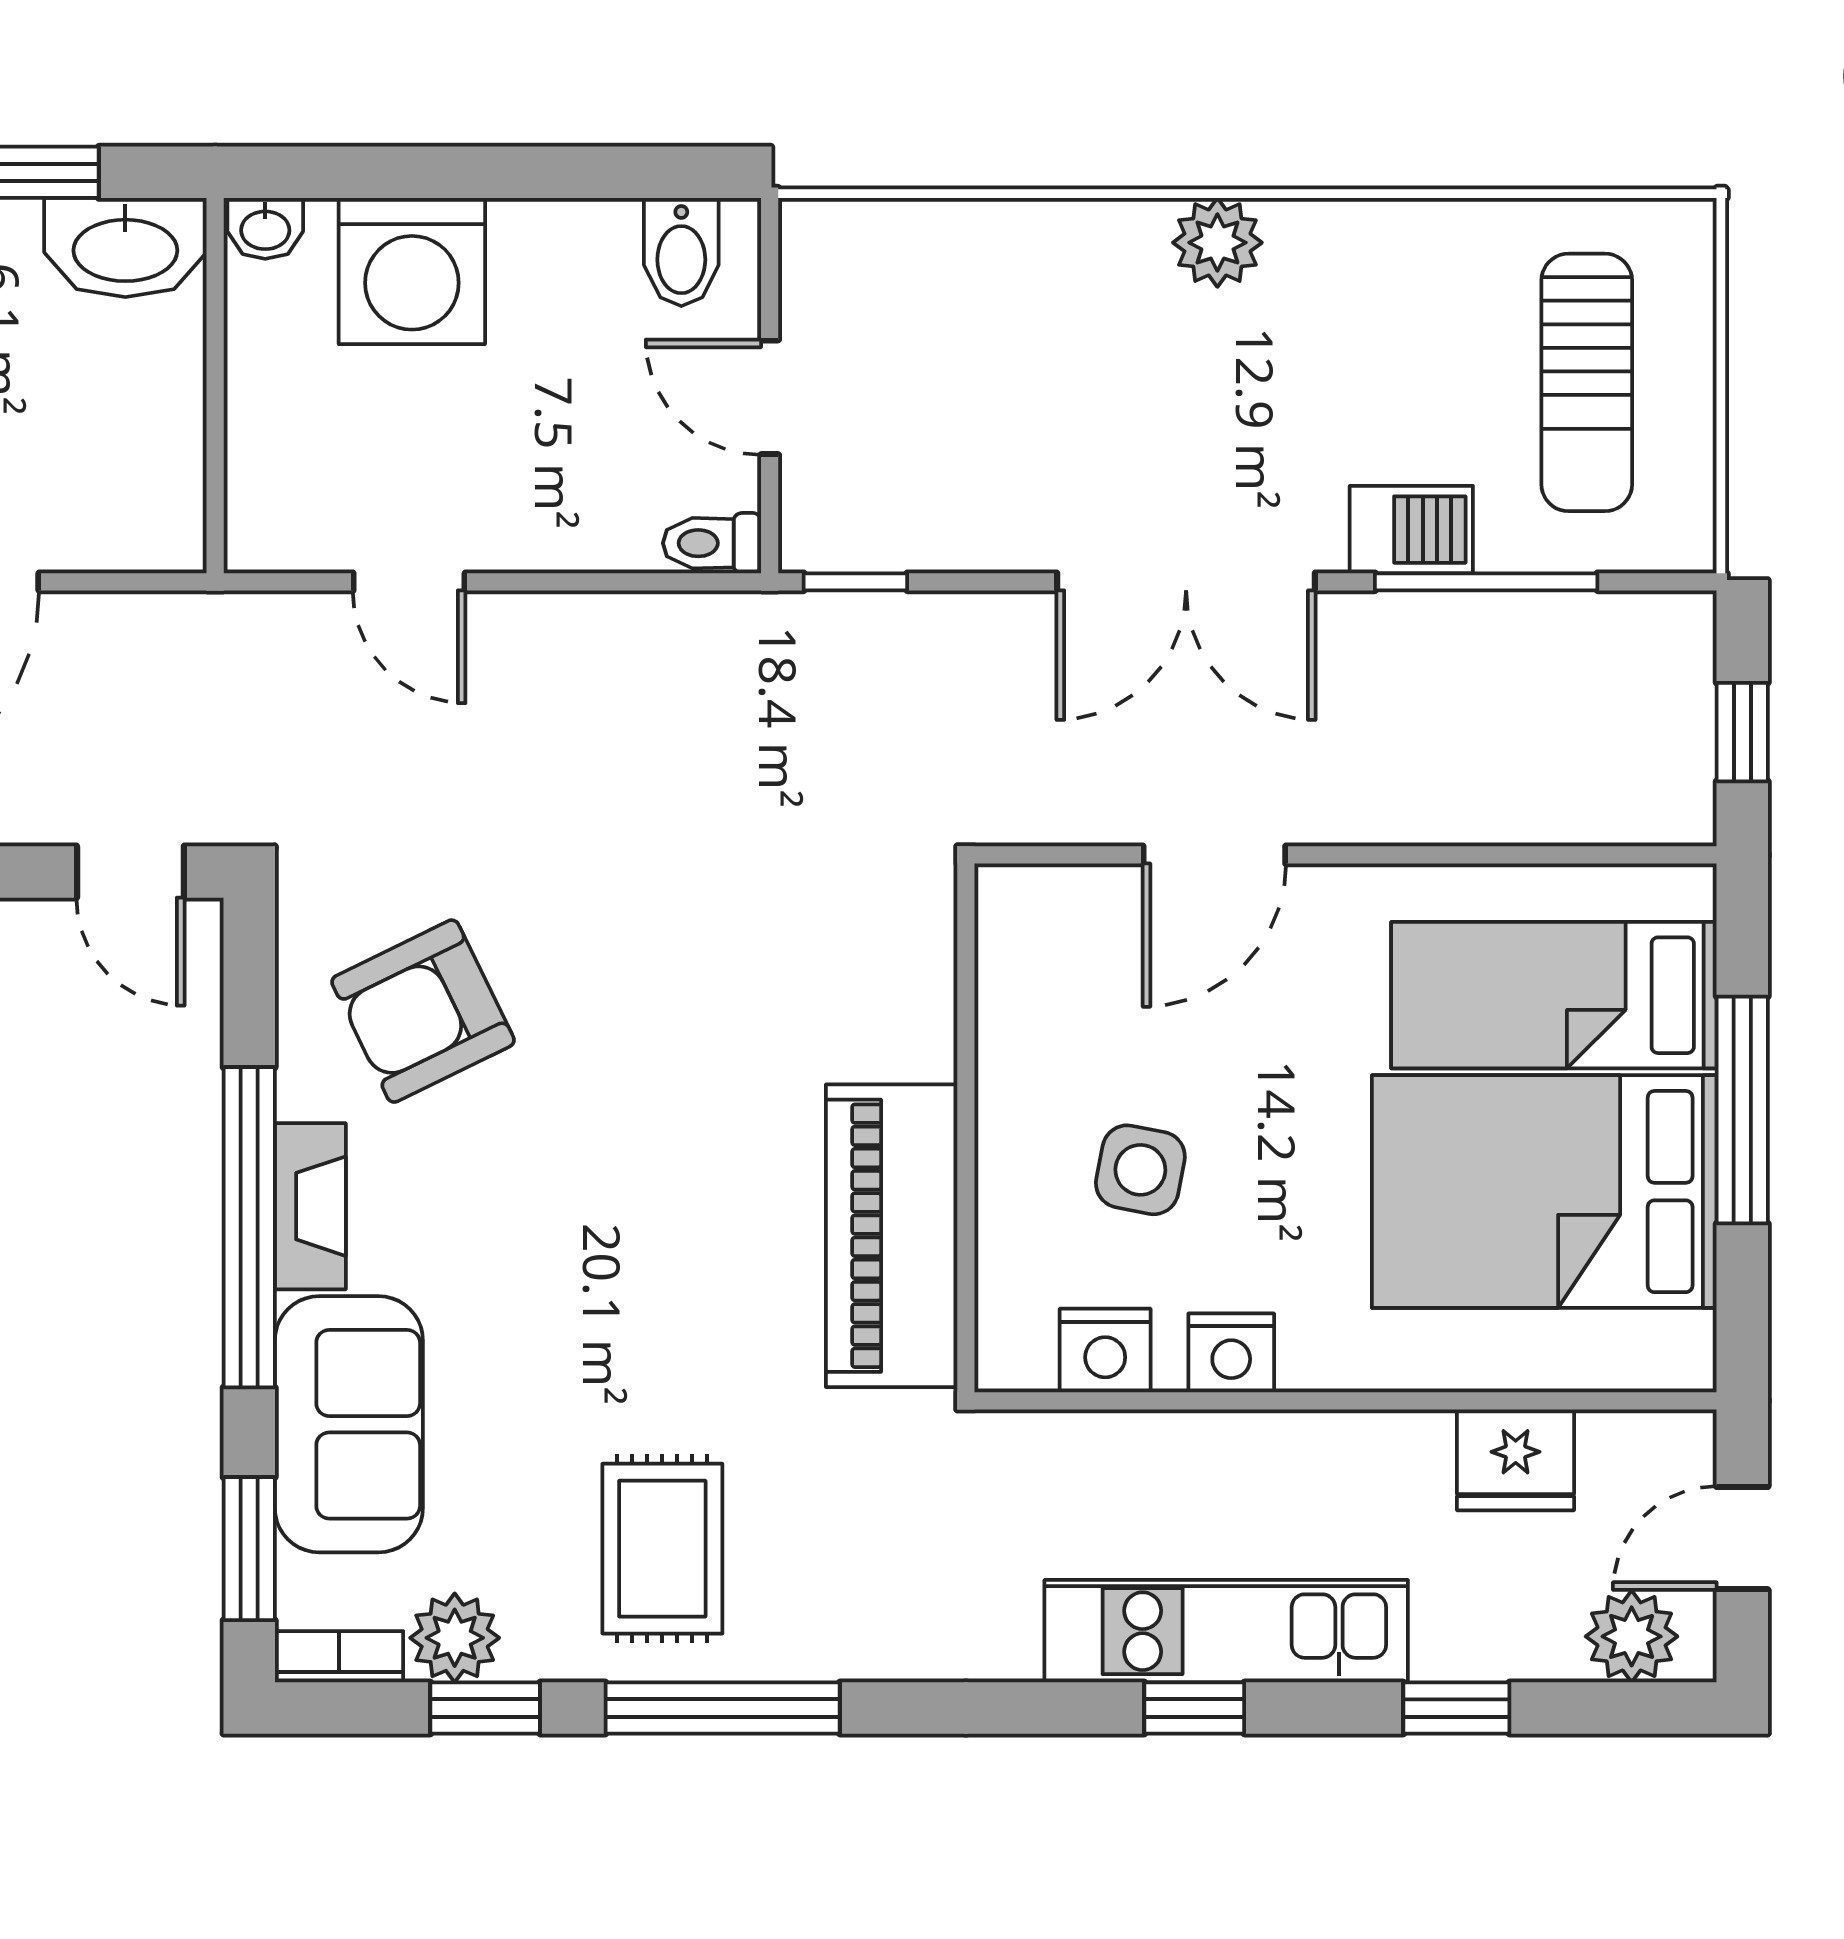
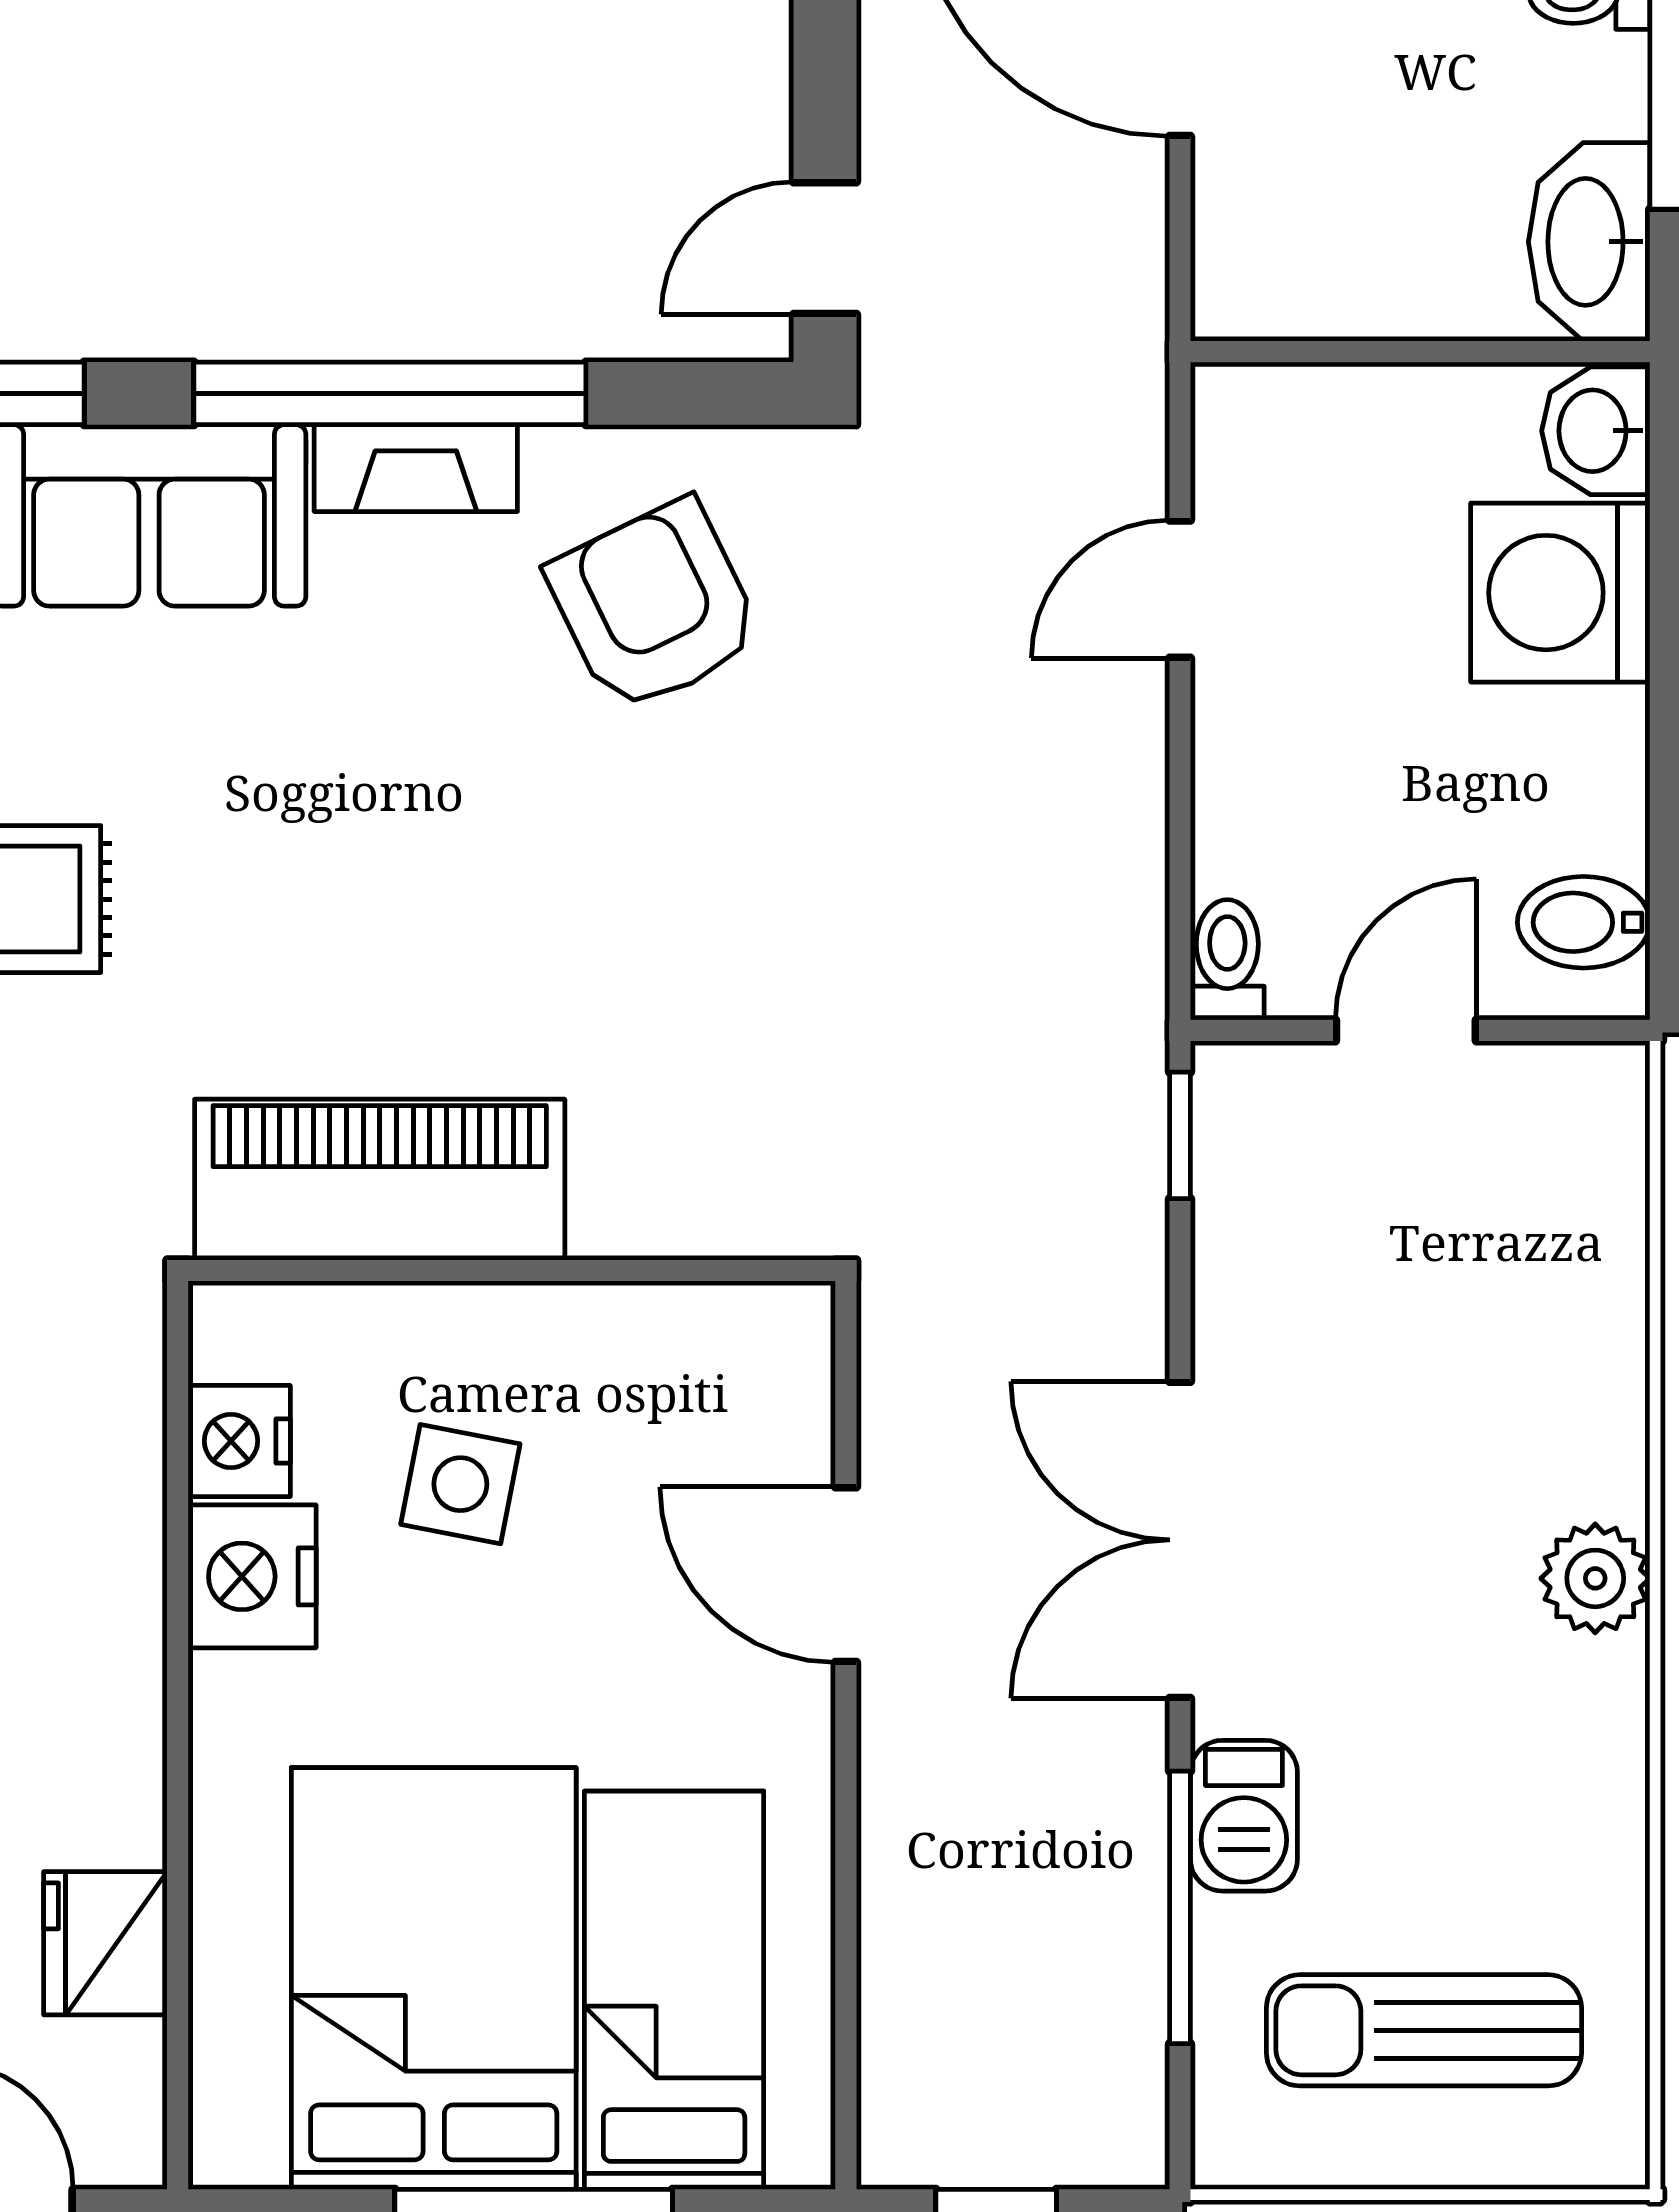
washbasin: (265, 228) -> (1596, 431), width x1.38, depth x1.45
nightstand: (1231, 1353) -> (252, 1576), width x1.36, depth x1.33

